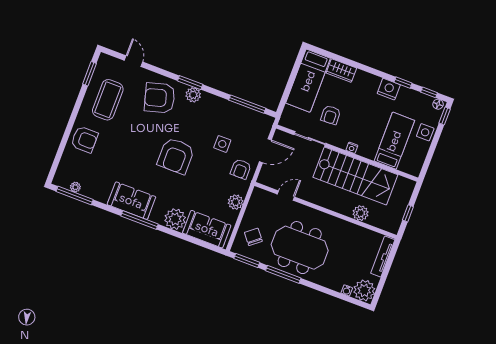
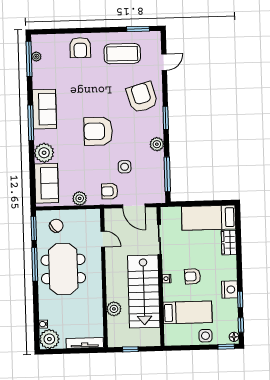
plant: (193, 95) -> (157, 144), moved
armchair: (331, 115) -> (193, 276), moved

